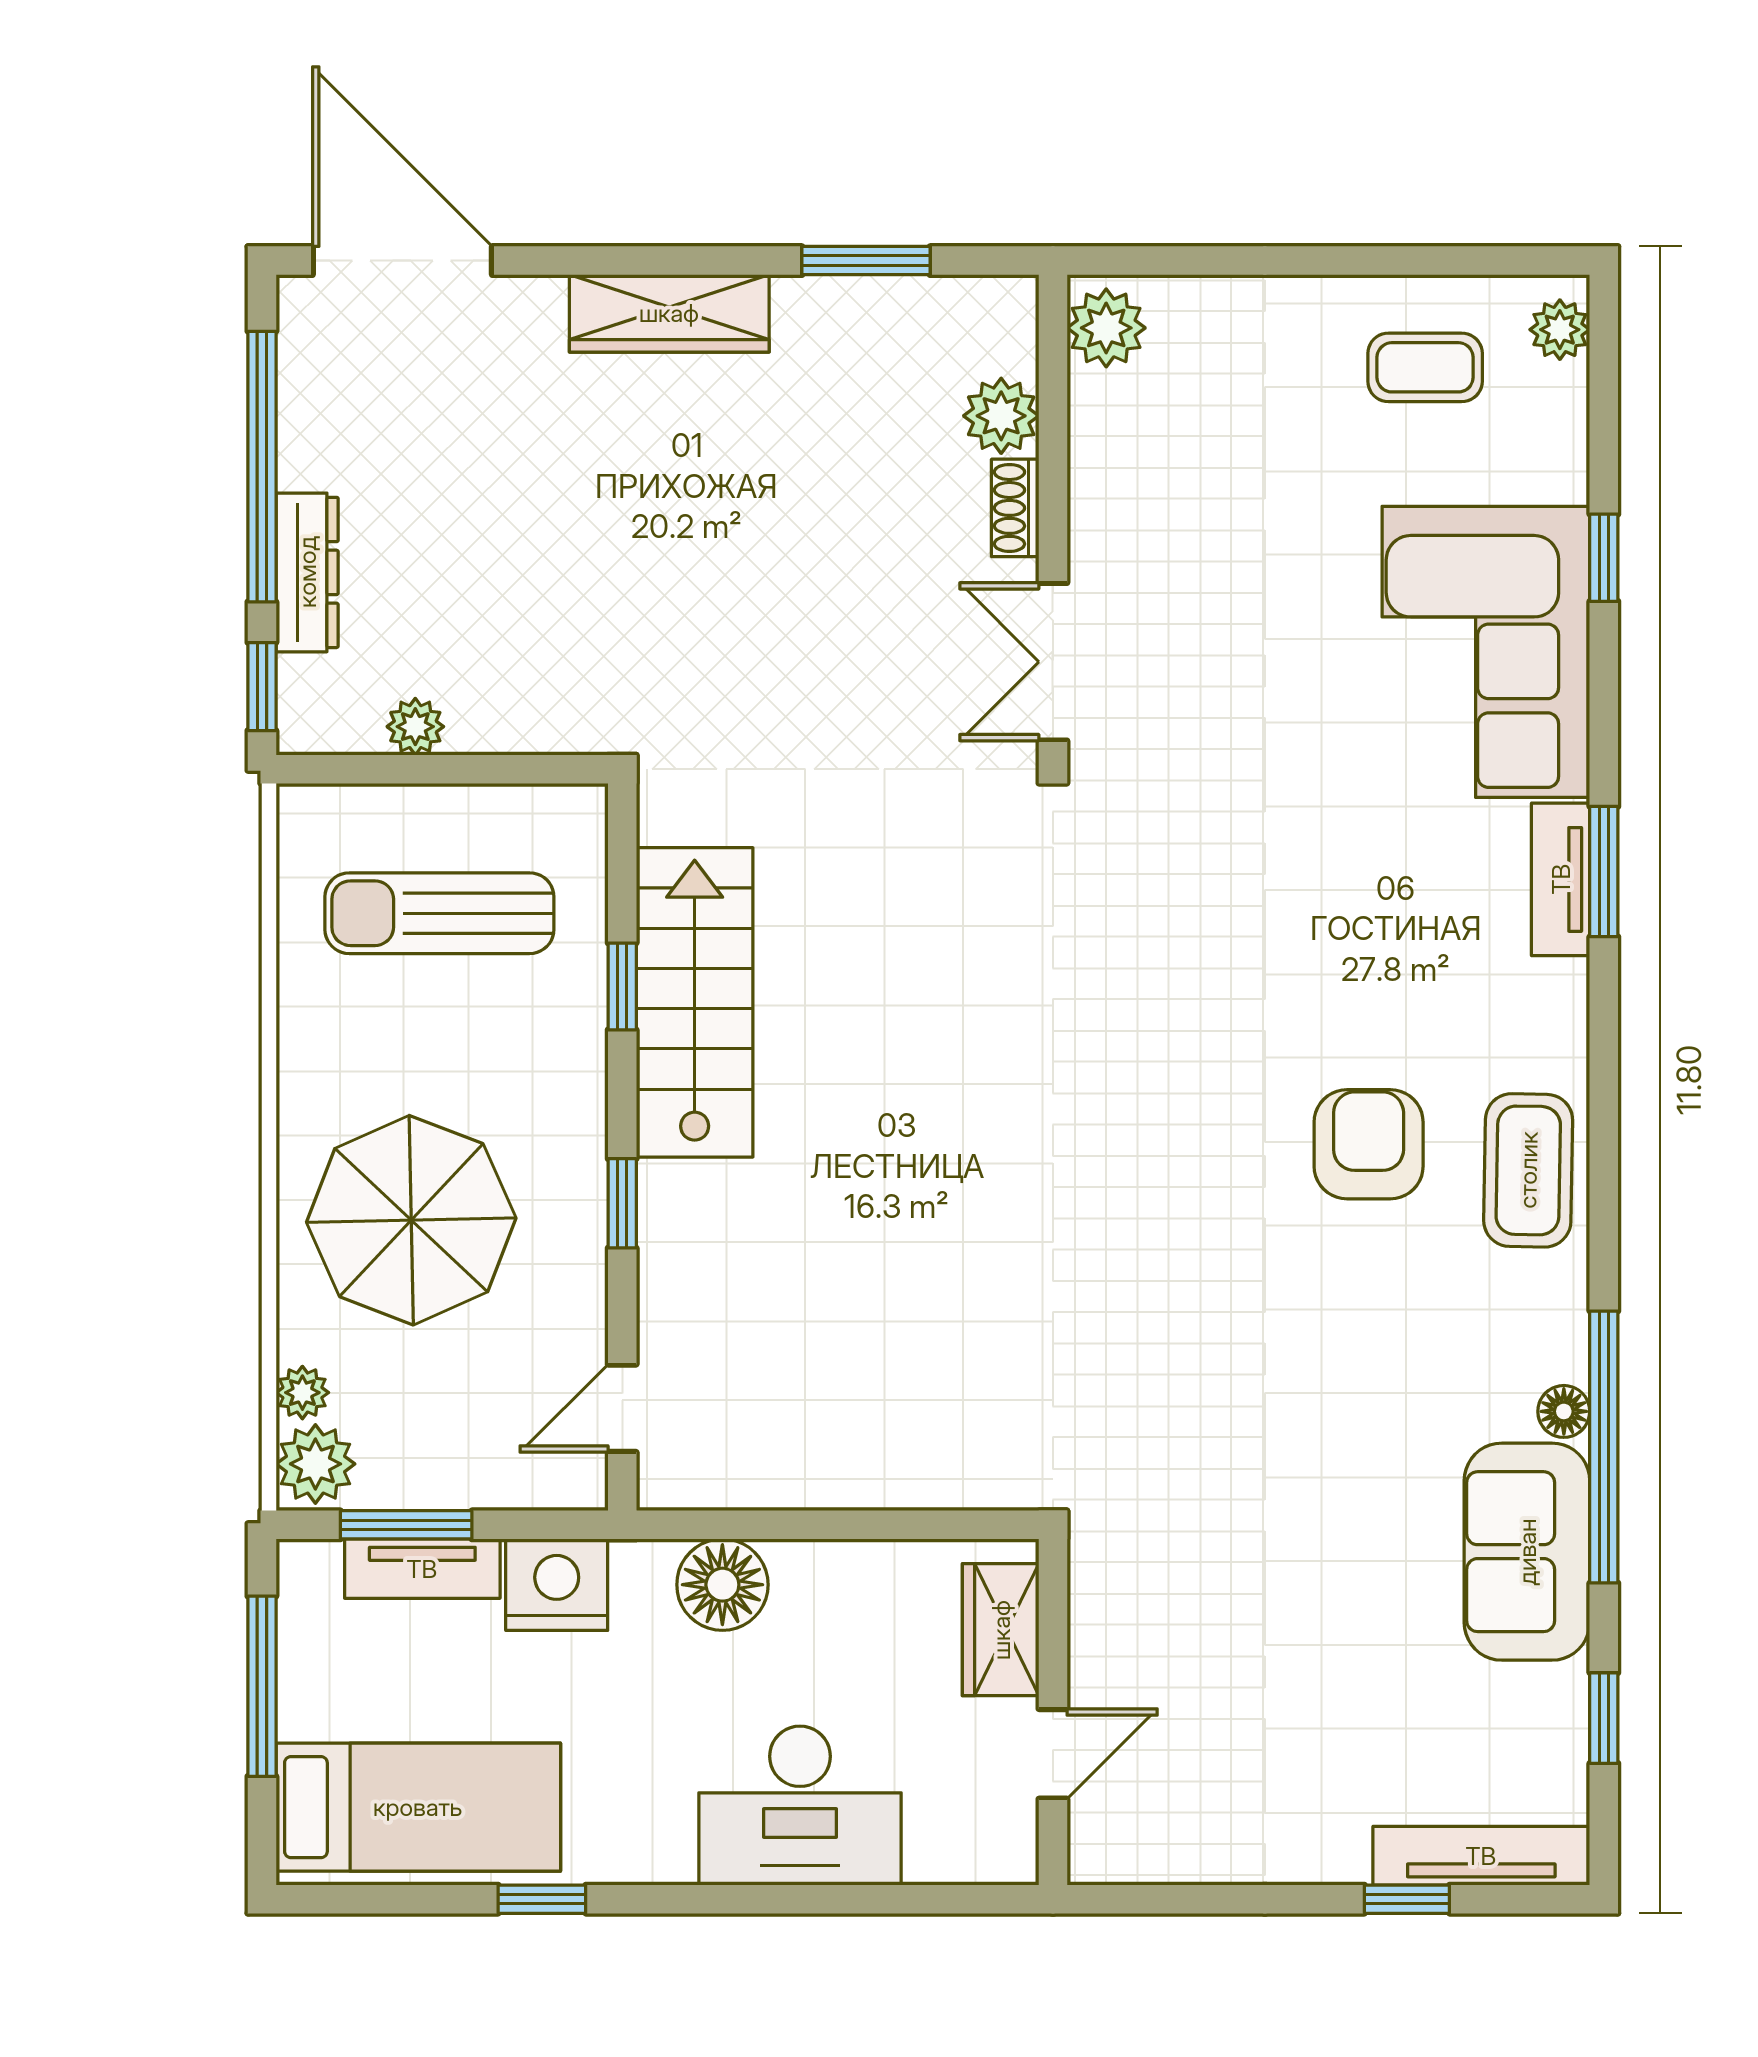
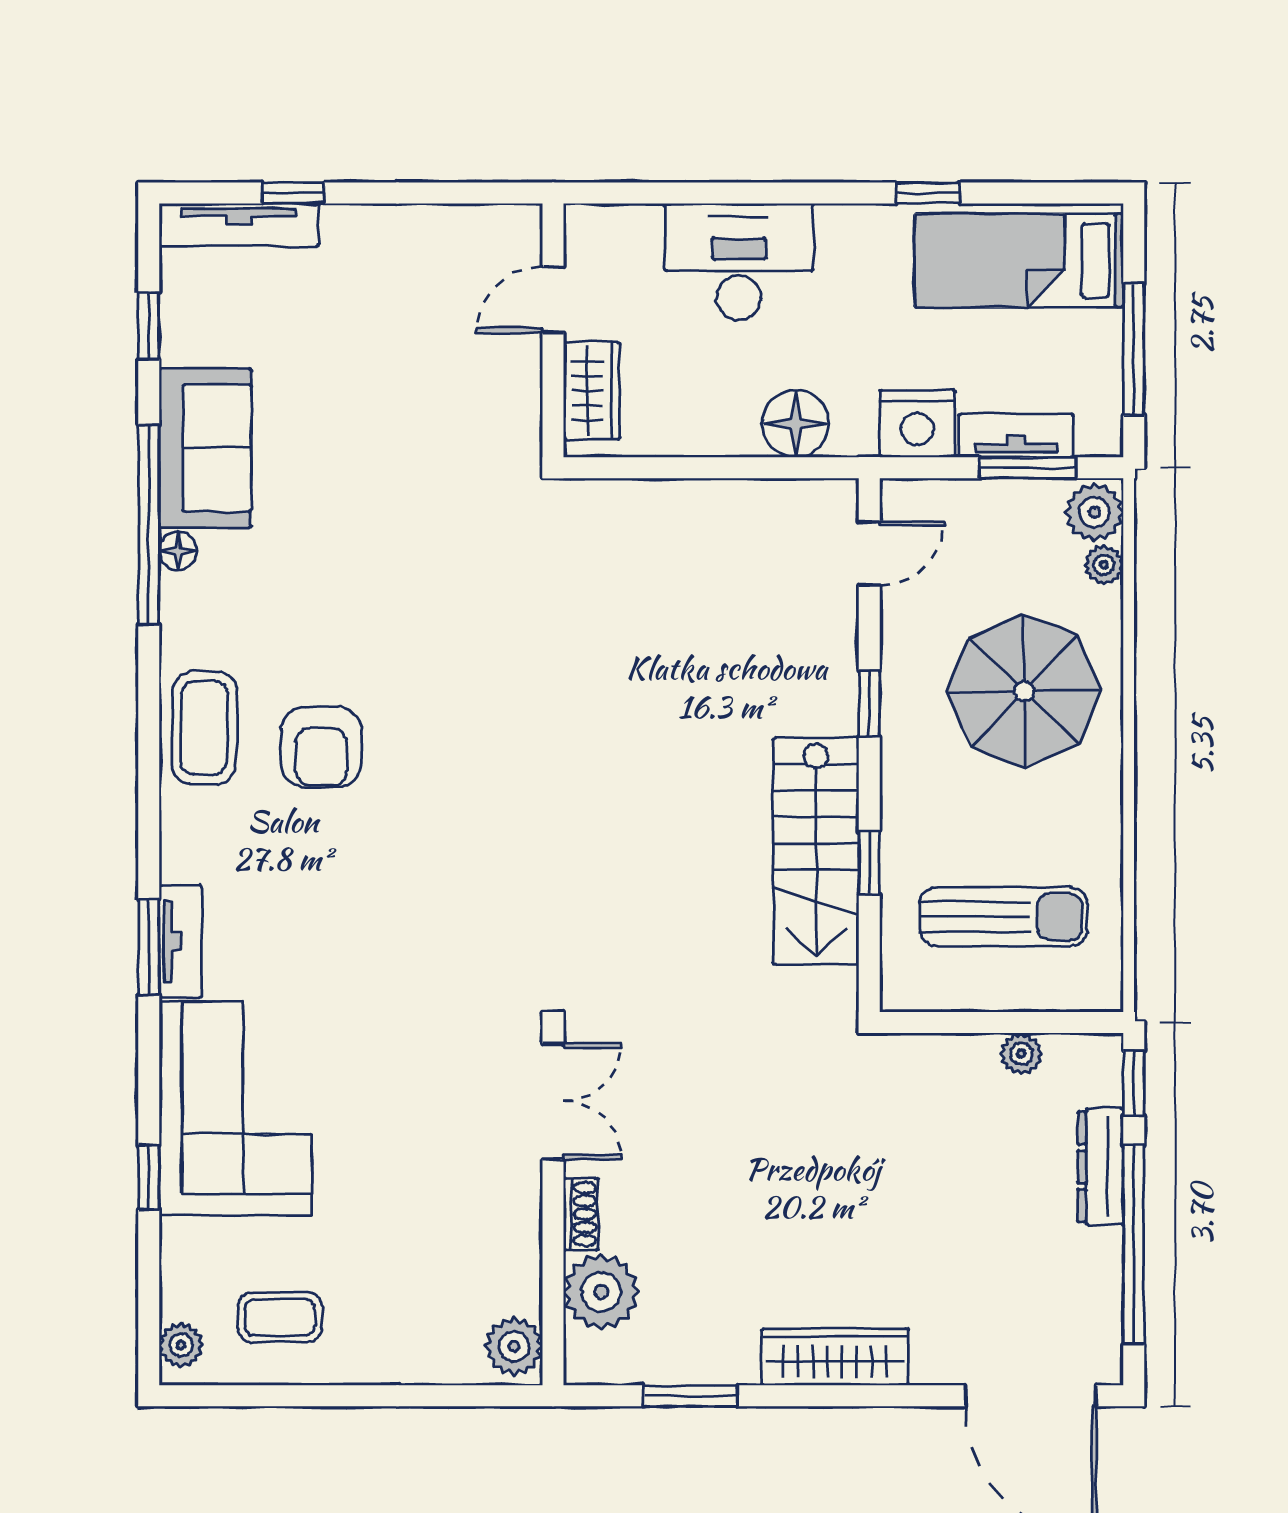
plant: (1001, 416) -> (601, 1292), width x1.36, depth x1.36

